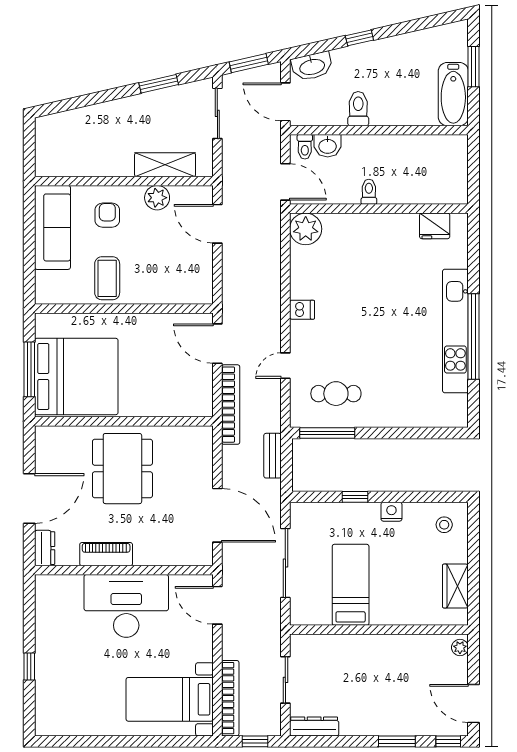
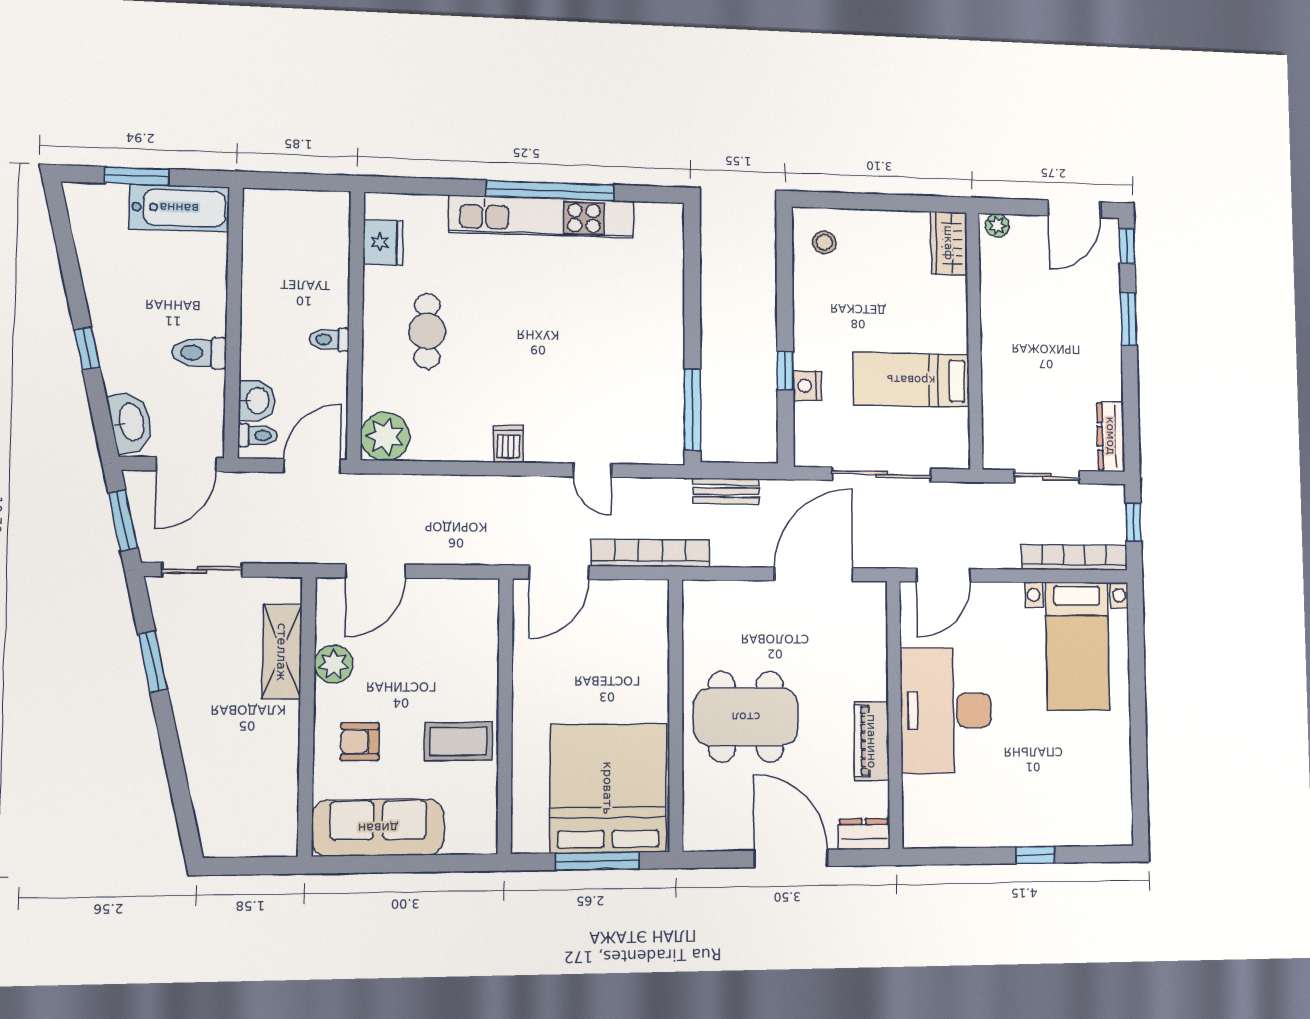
cafe table: (336, 394) -> (427, 331), moved
nightstand: (391, 512) -> (807, 386), moved
wardrobe: (455, 586) -> (949, 243), moved, turned 90

